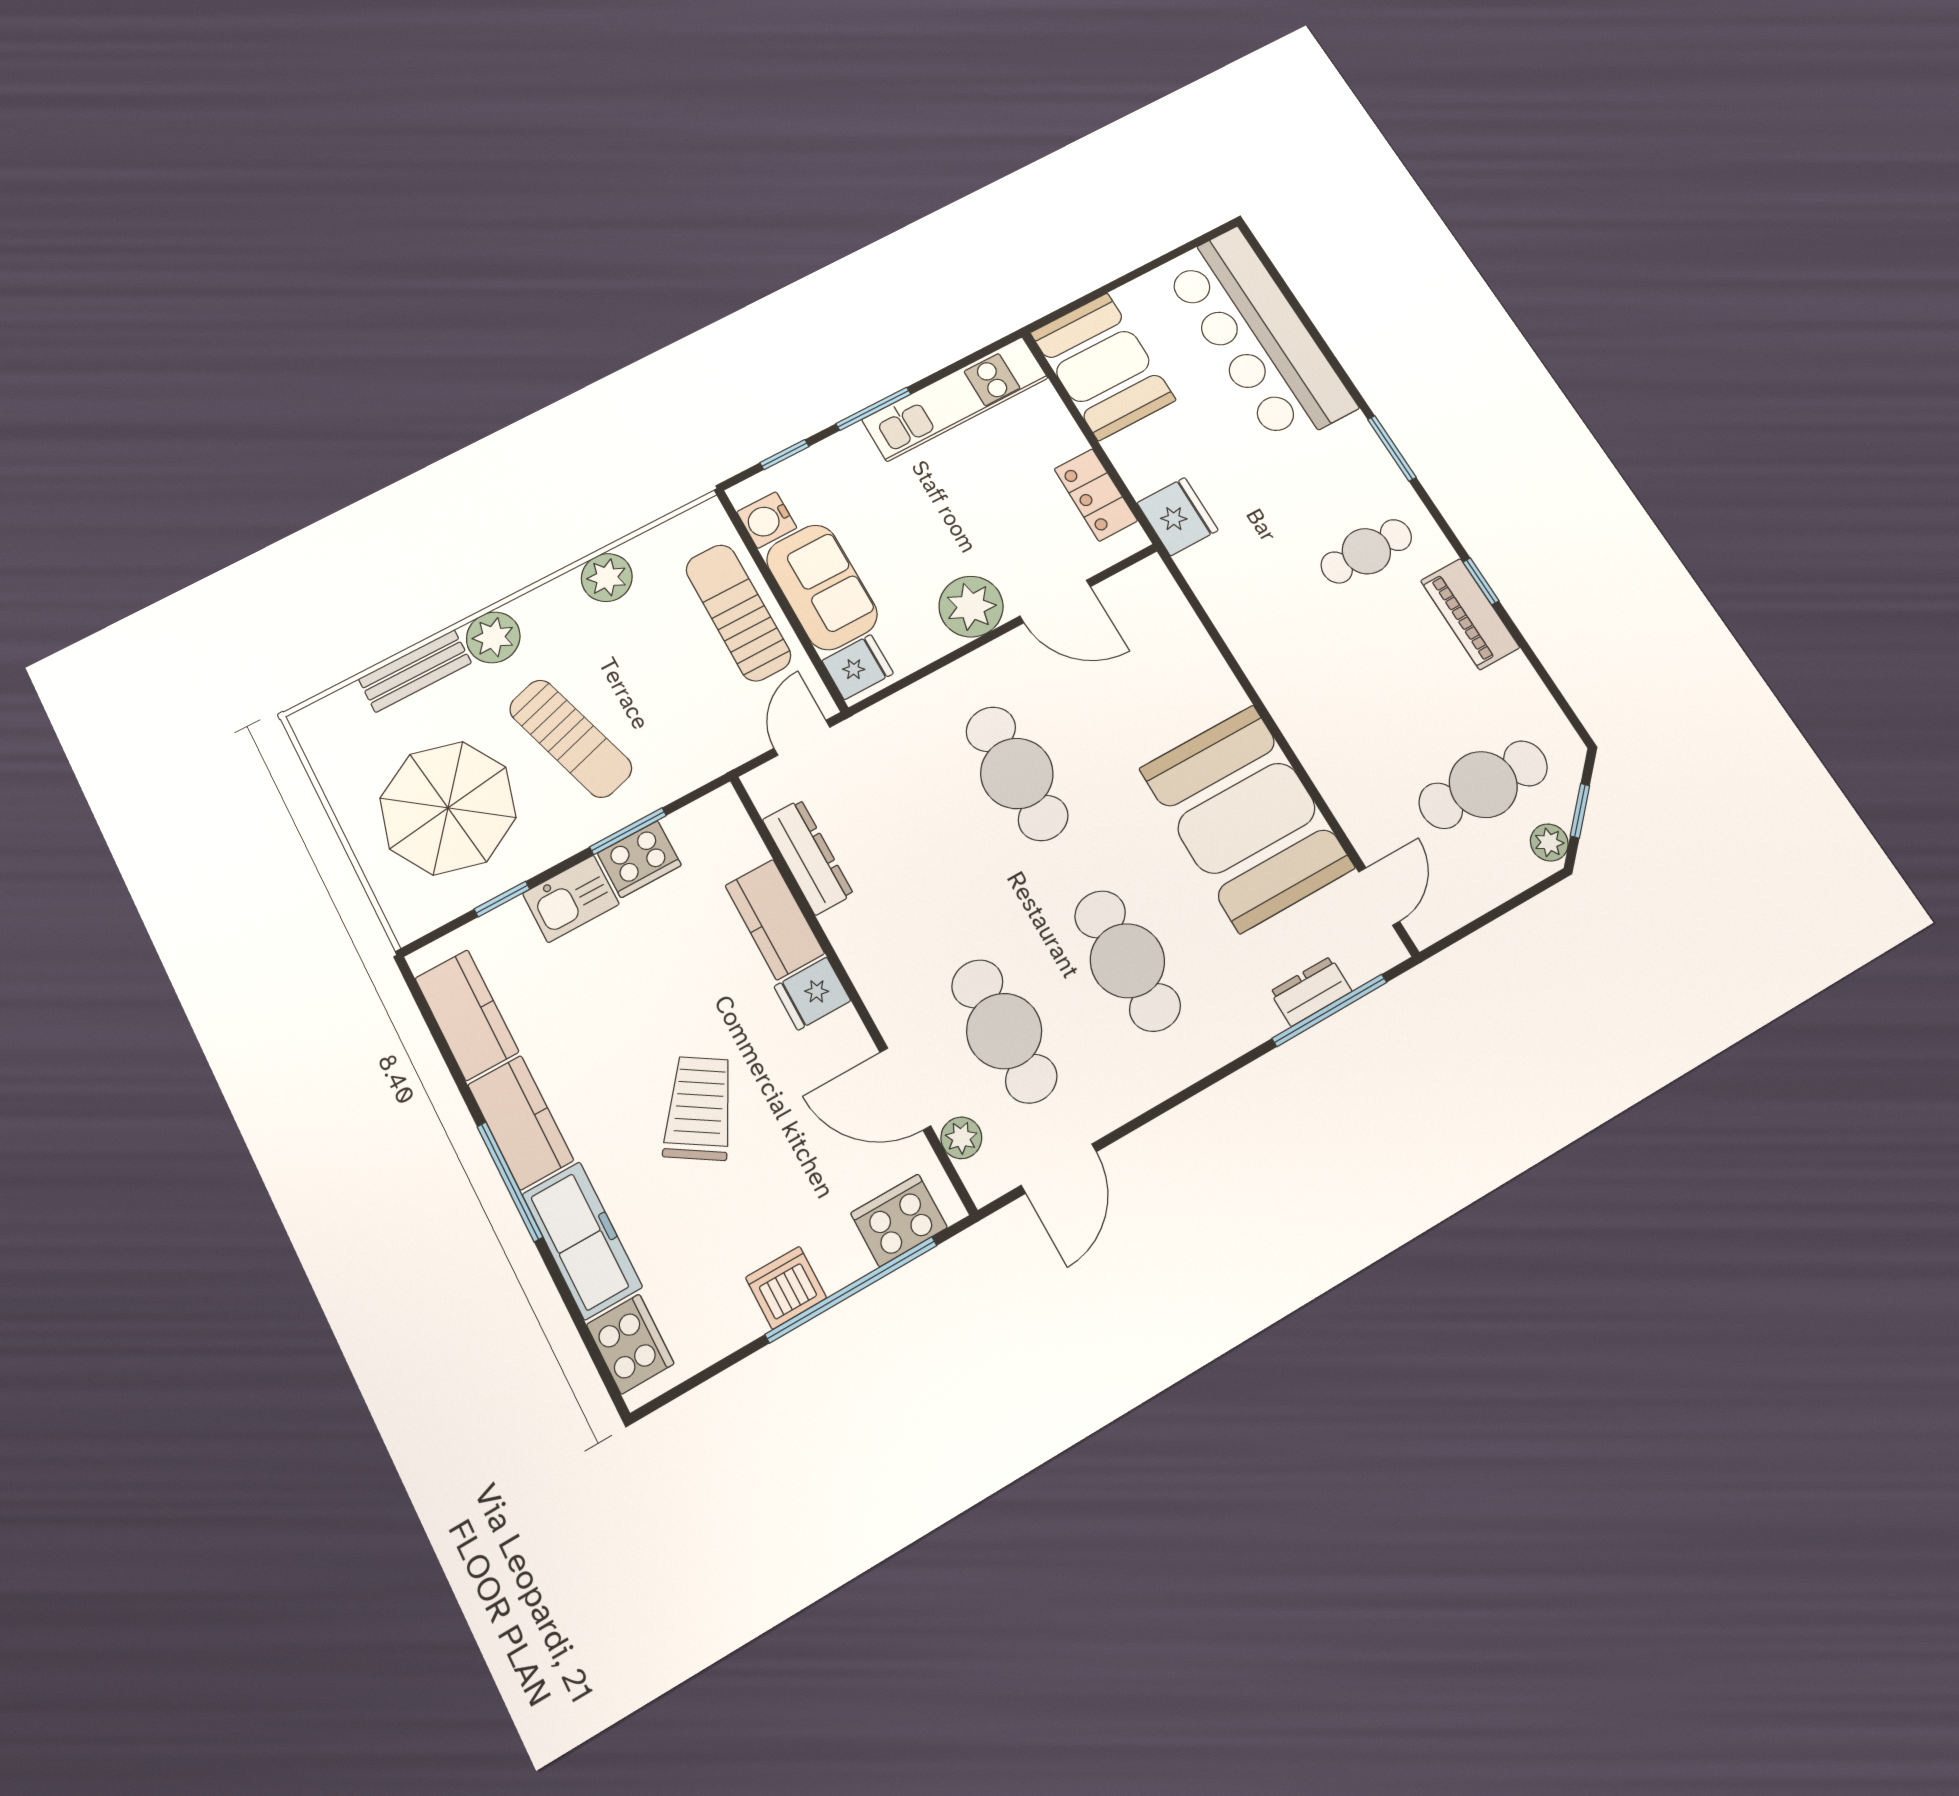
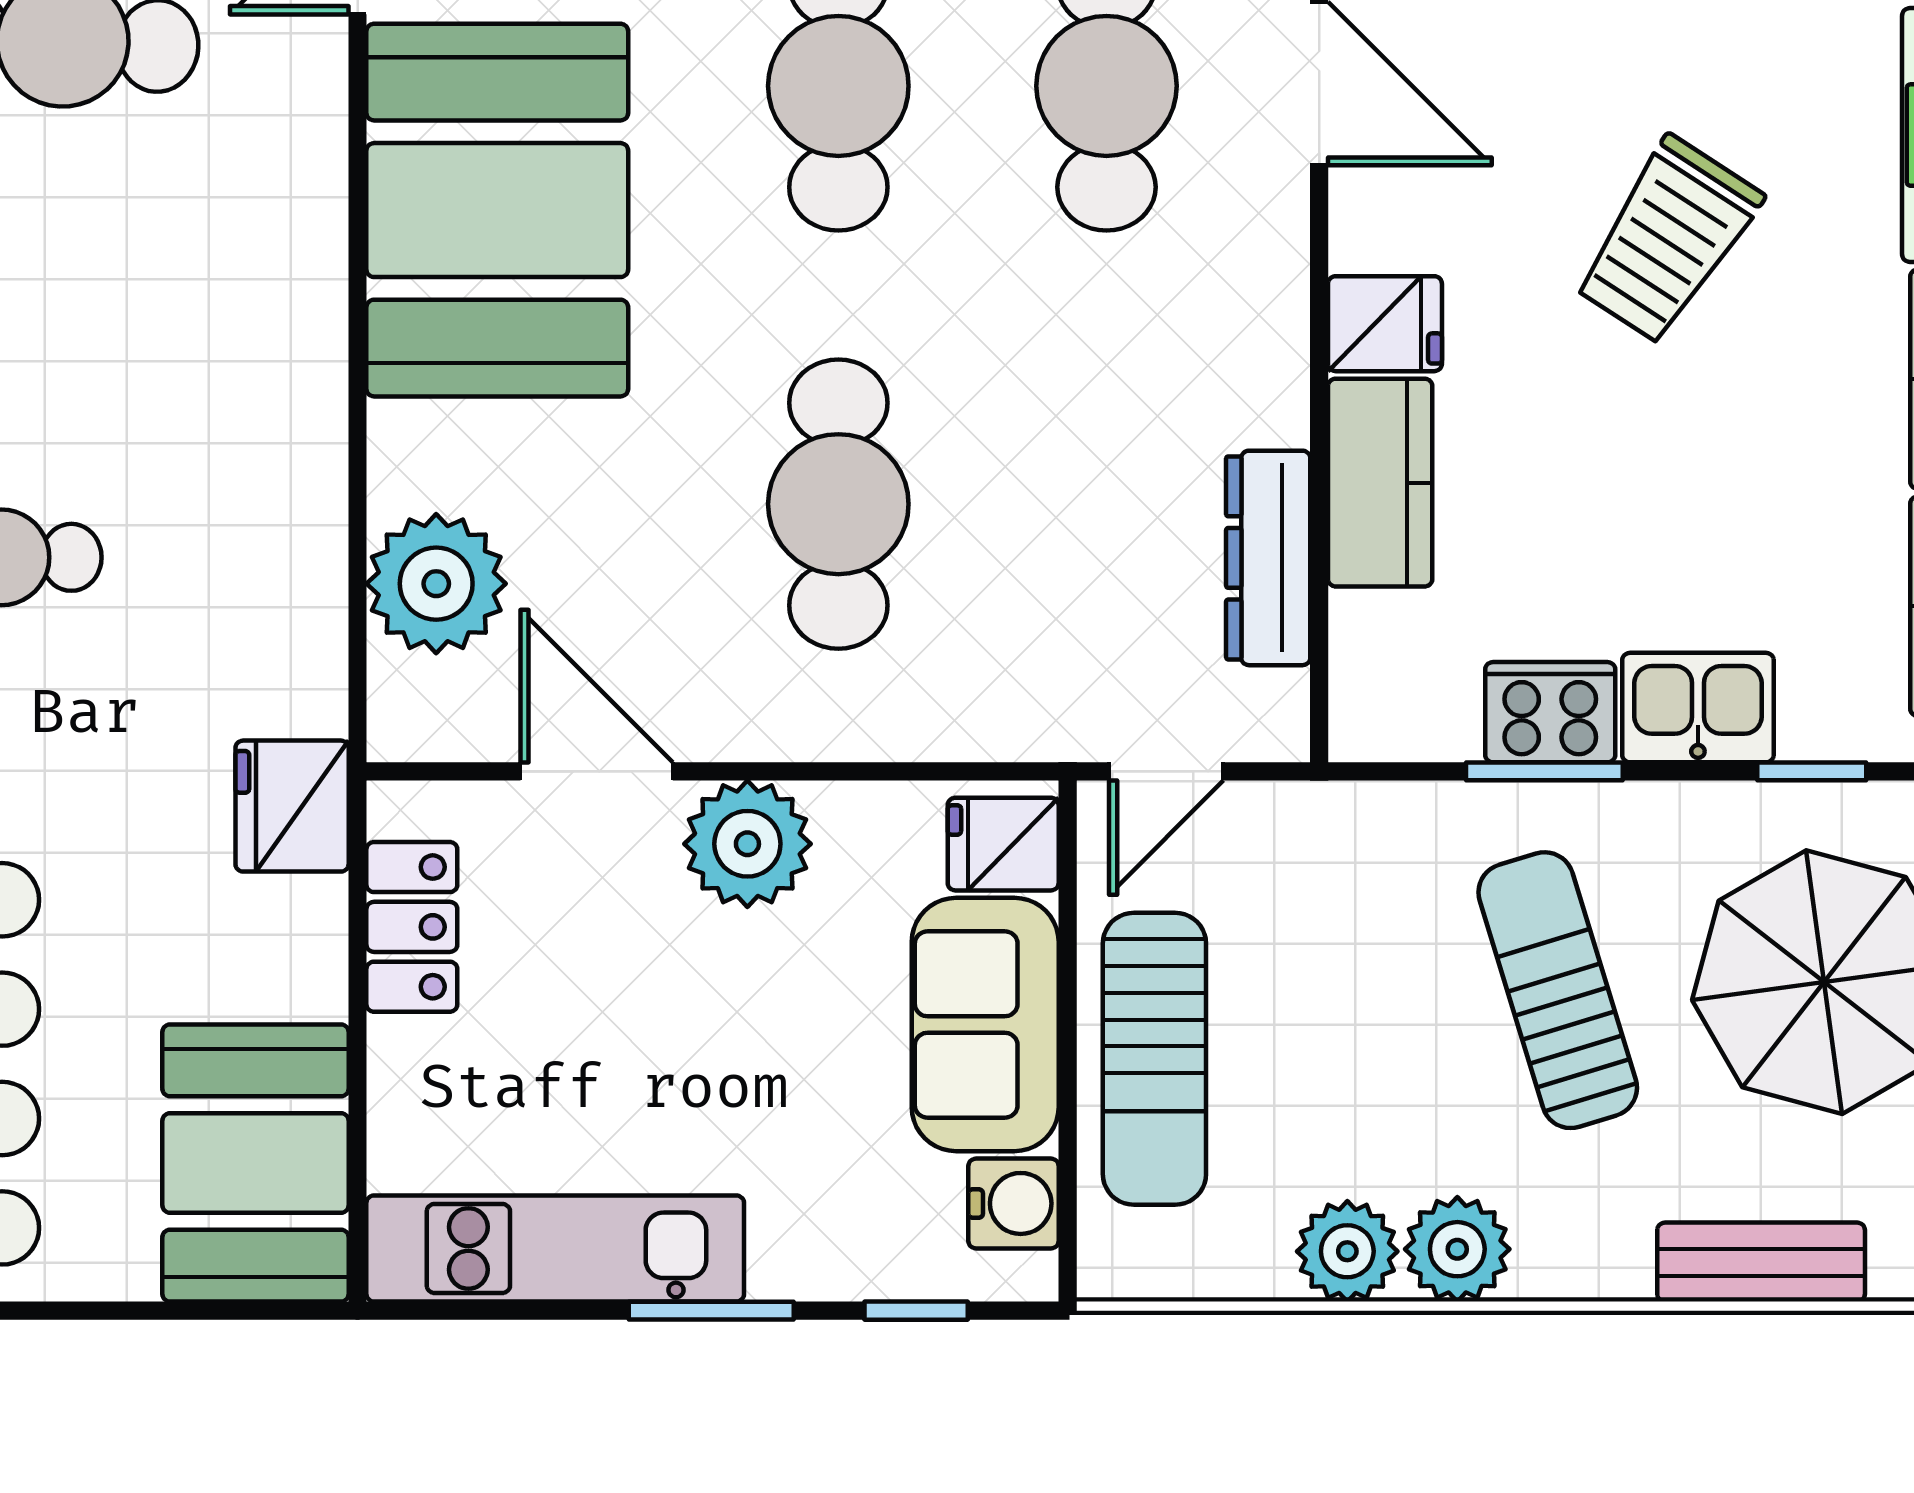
plant: (493, 637) -> (1457, 1249), moved
plant: (1173, 642) -> (436, 584), added

